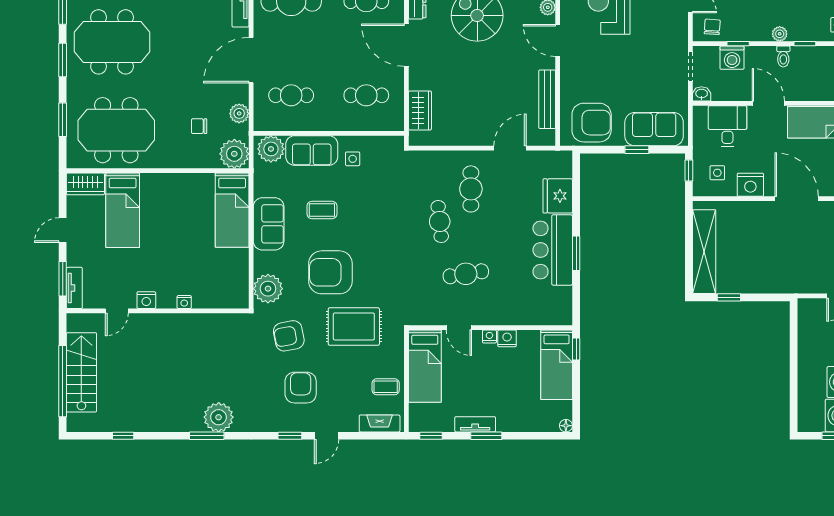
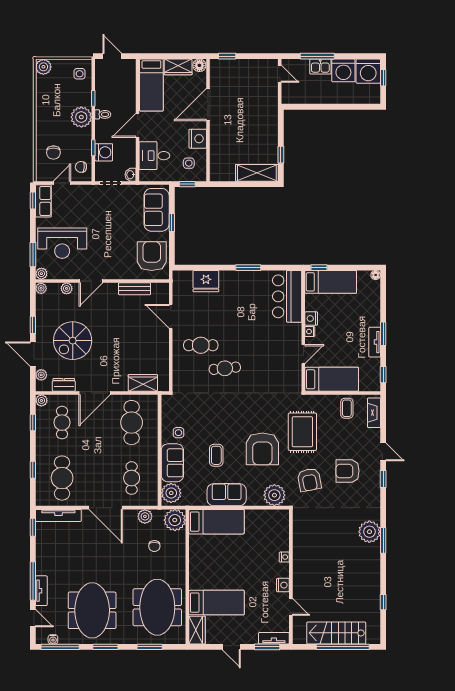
plant: (780, 34) -> (81, 117), width x1.88, depth x1.88
cafe table: (366, 95) -> (132, 423), width x1.37, depth x1.35
bench: (547, 99) -> (134, 289), width x0.73
bar counter: (553, 250) -> (287, 296), moved, turned 90
shelving: (704, 252) -> (257, 173), width x0.68
cafe table: (466, 274) -> (263, 349), removed

